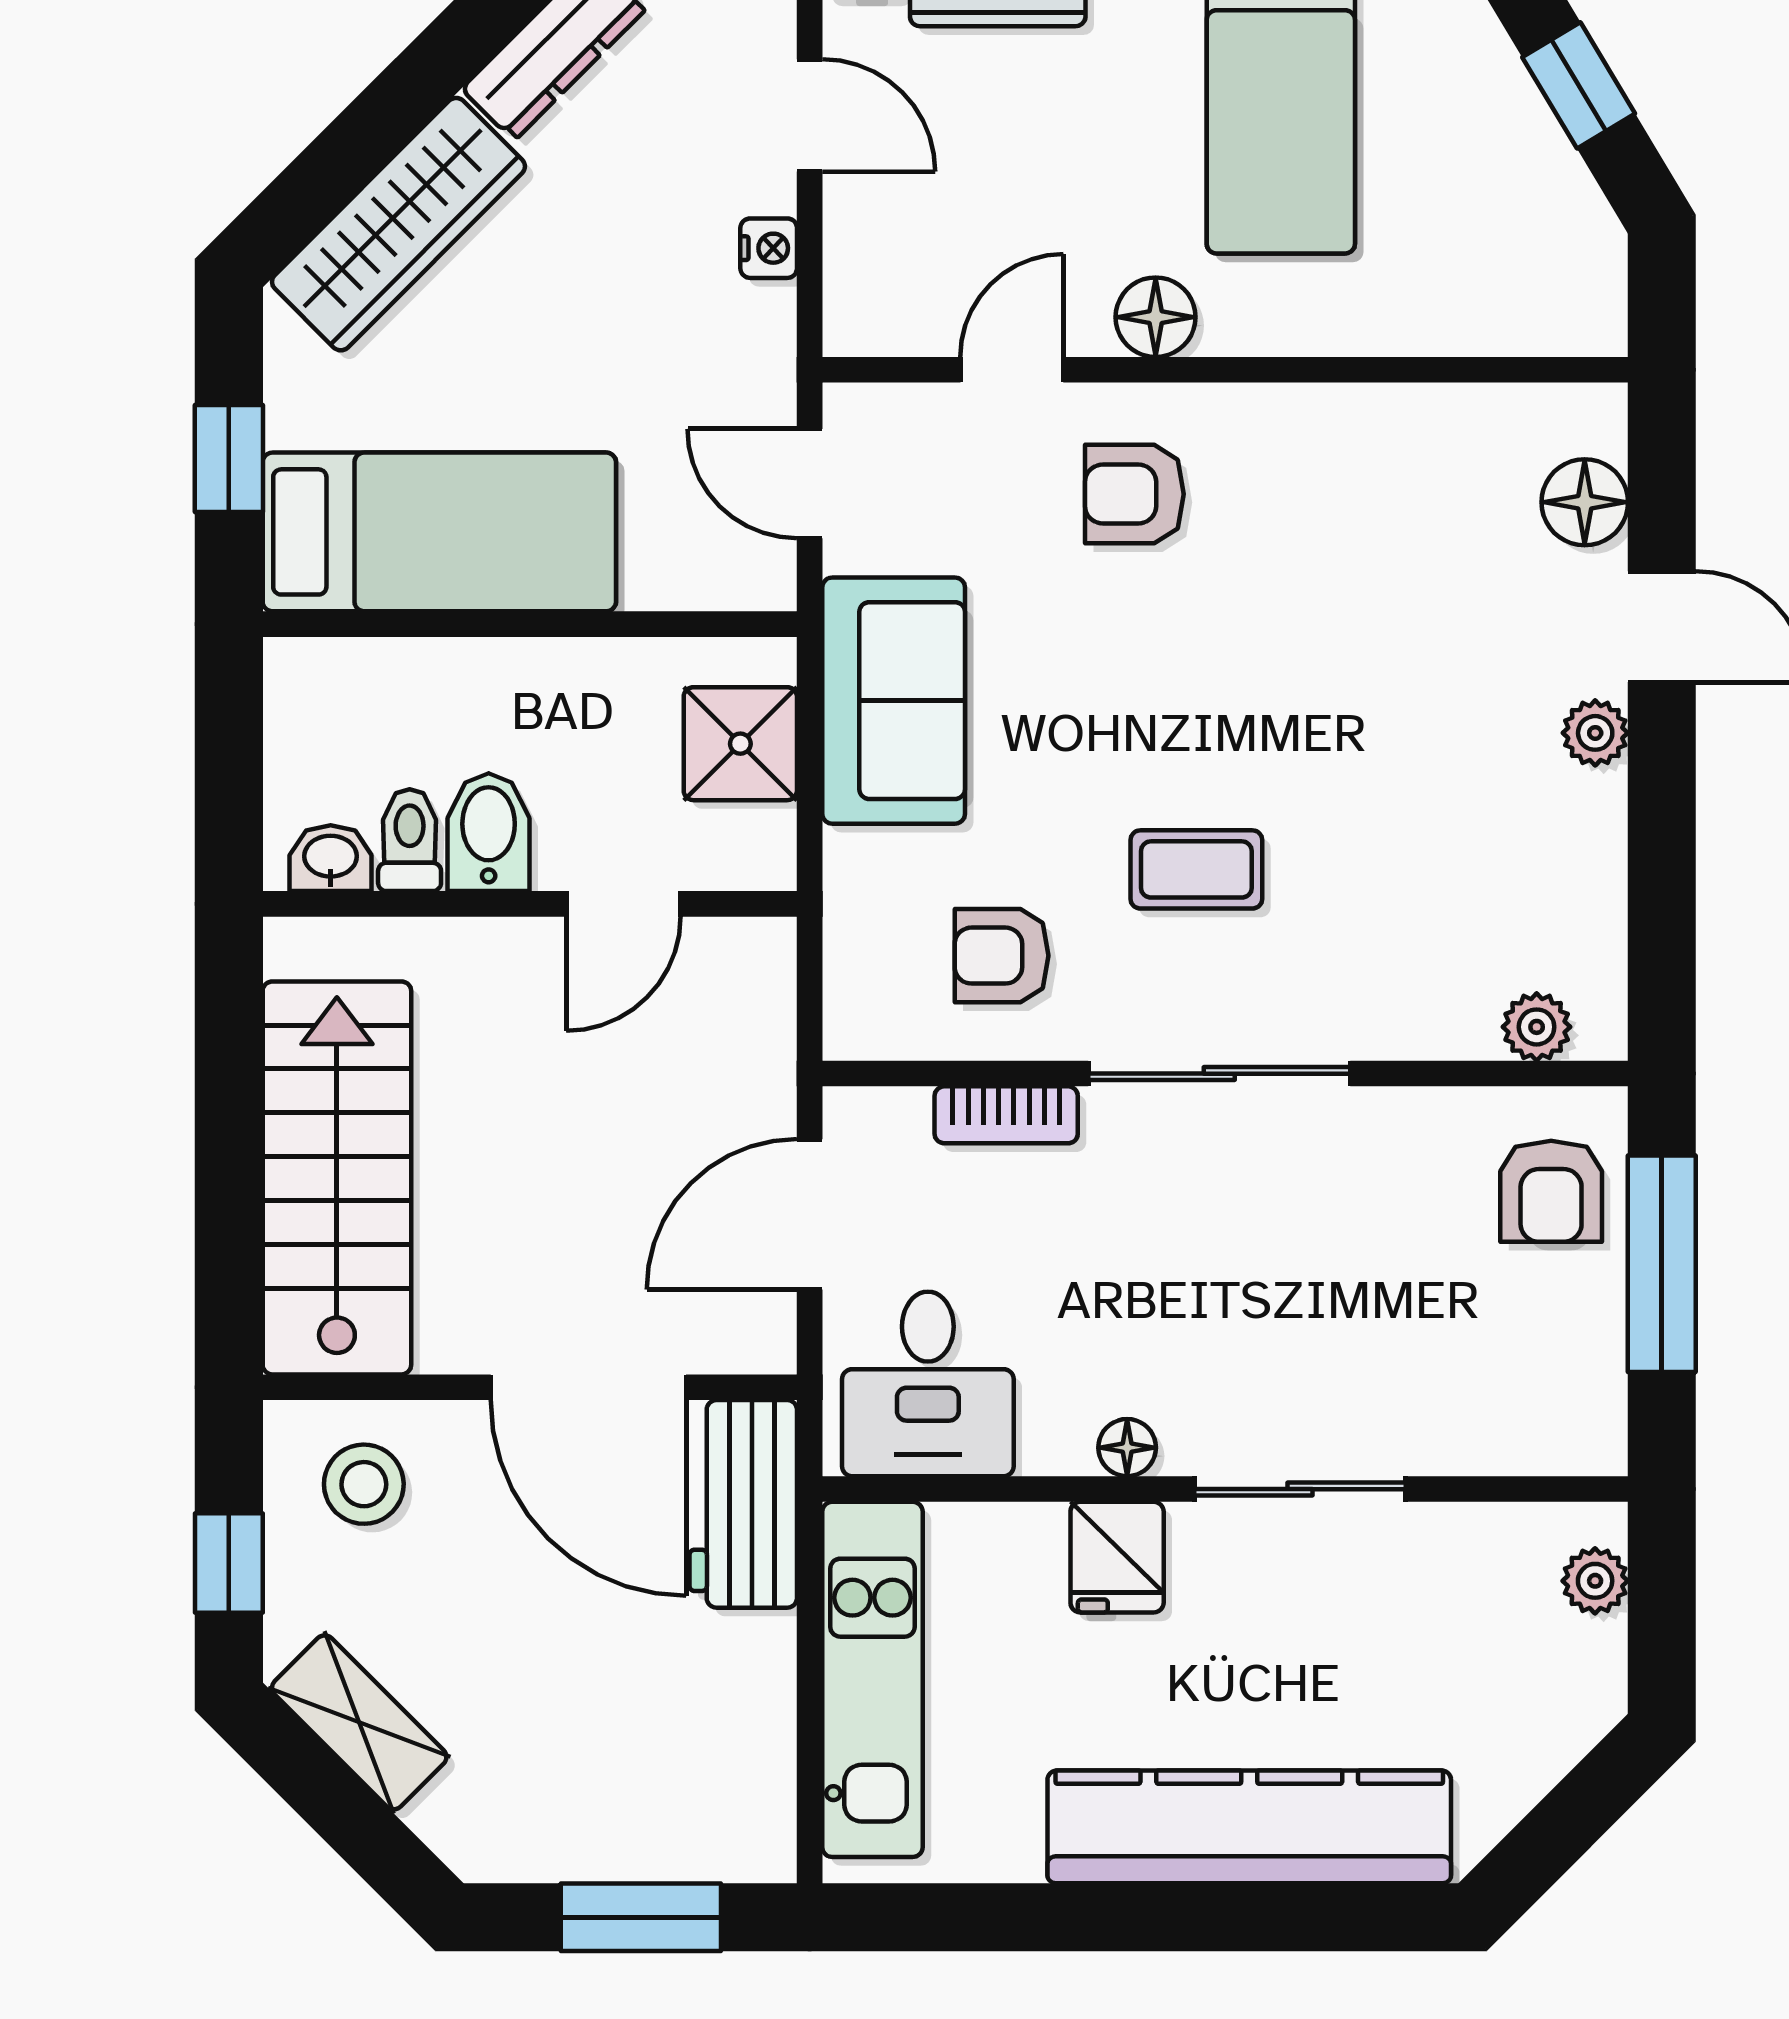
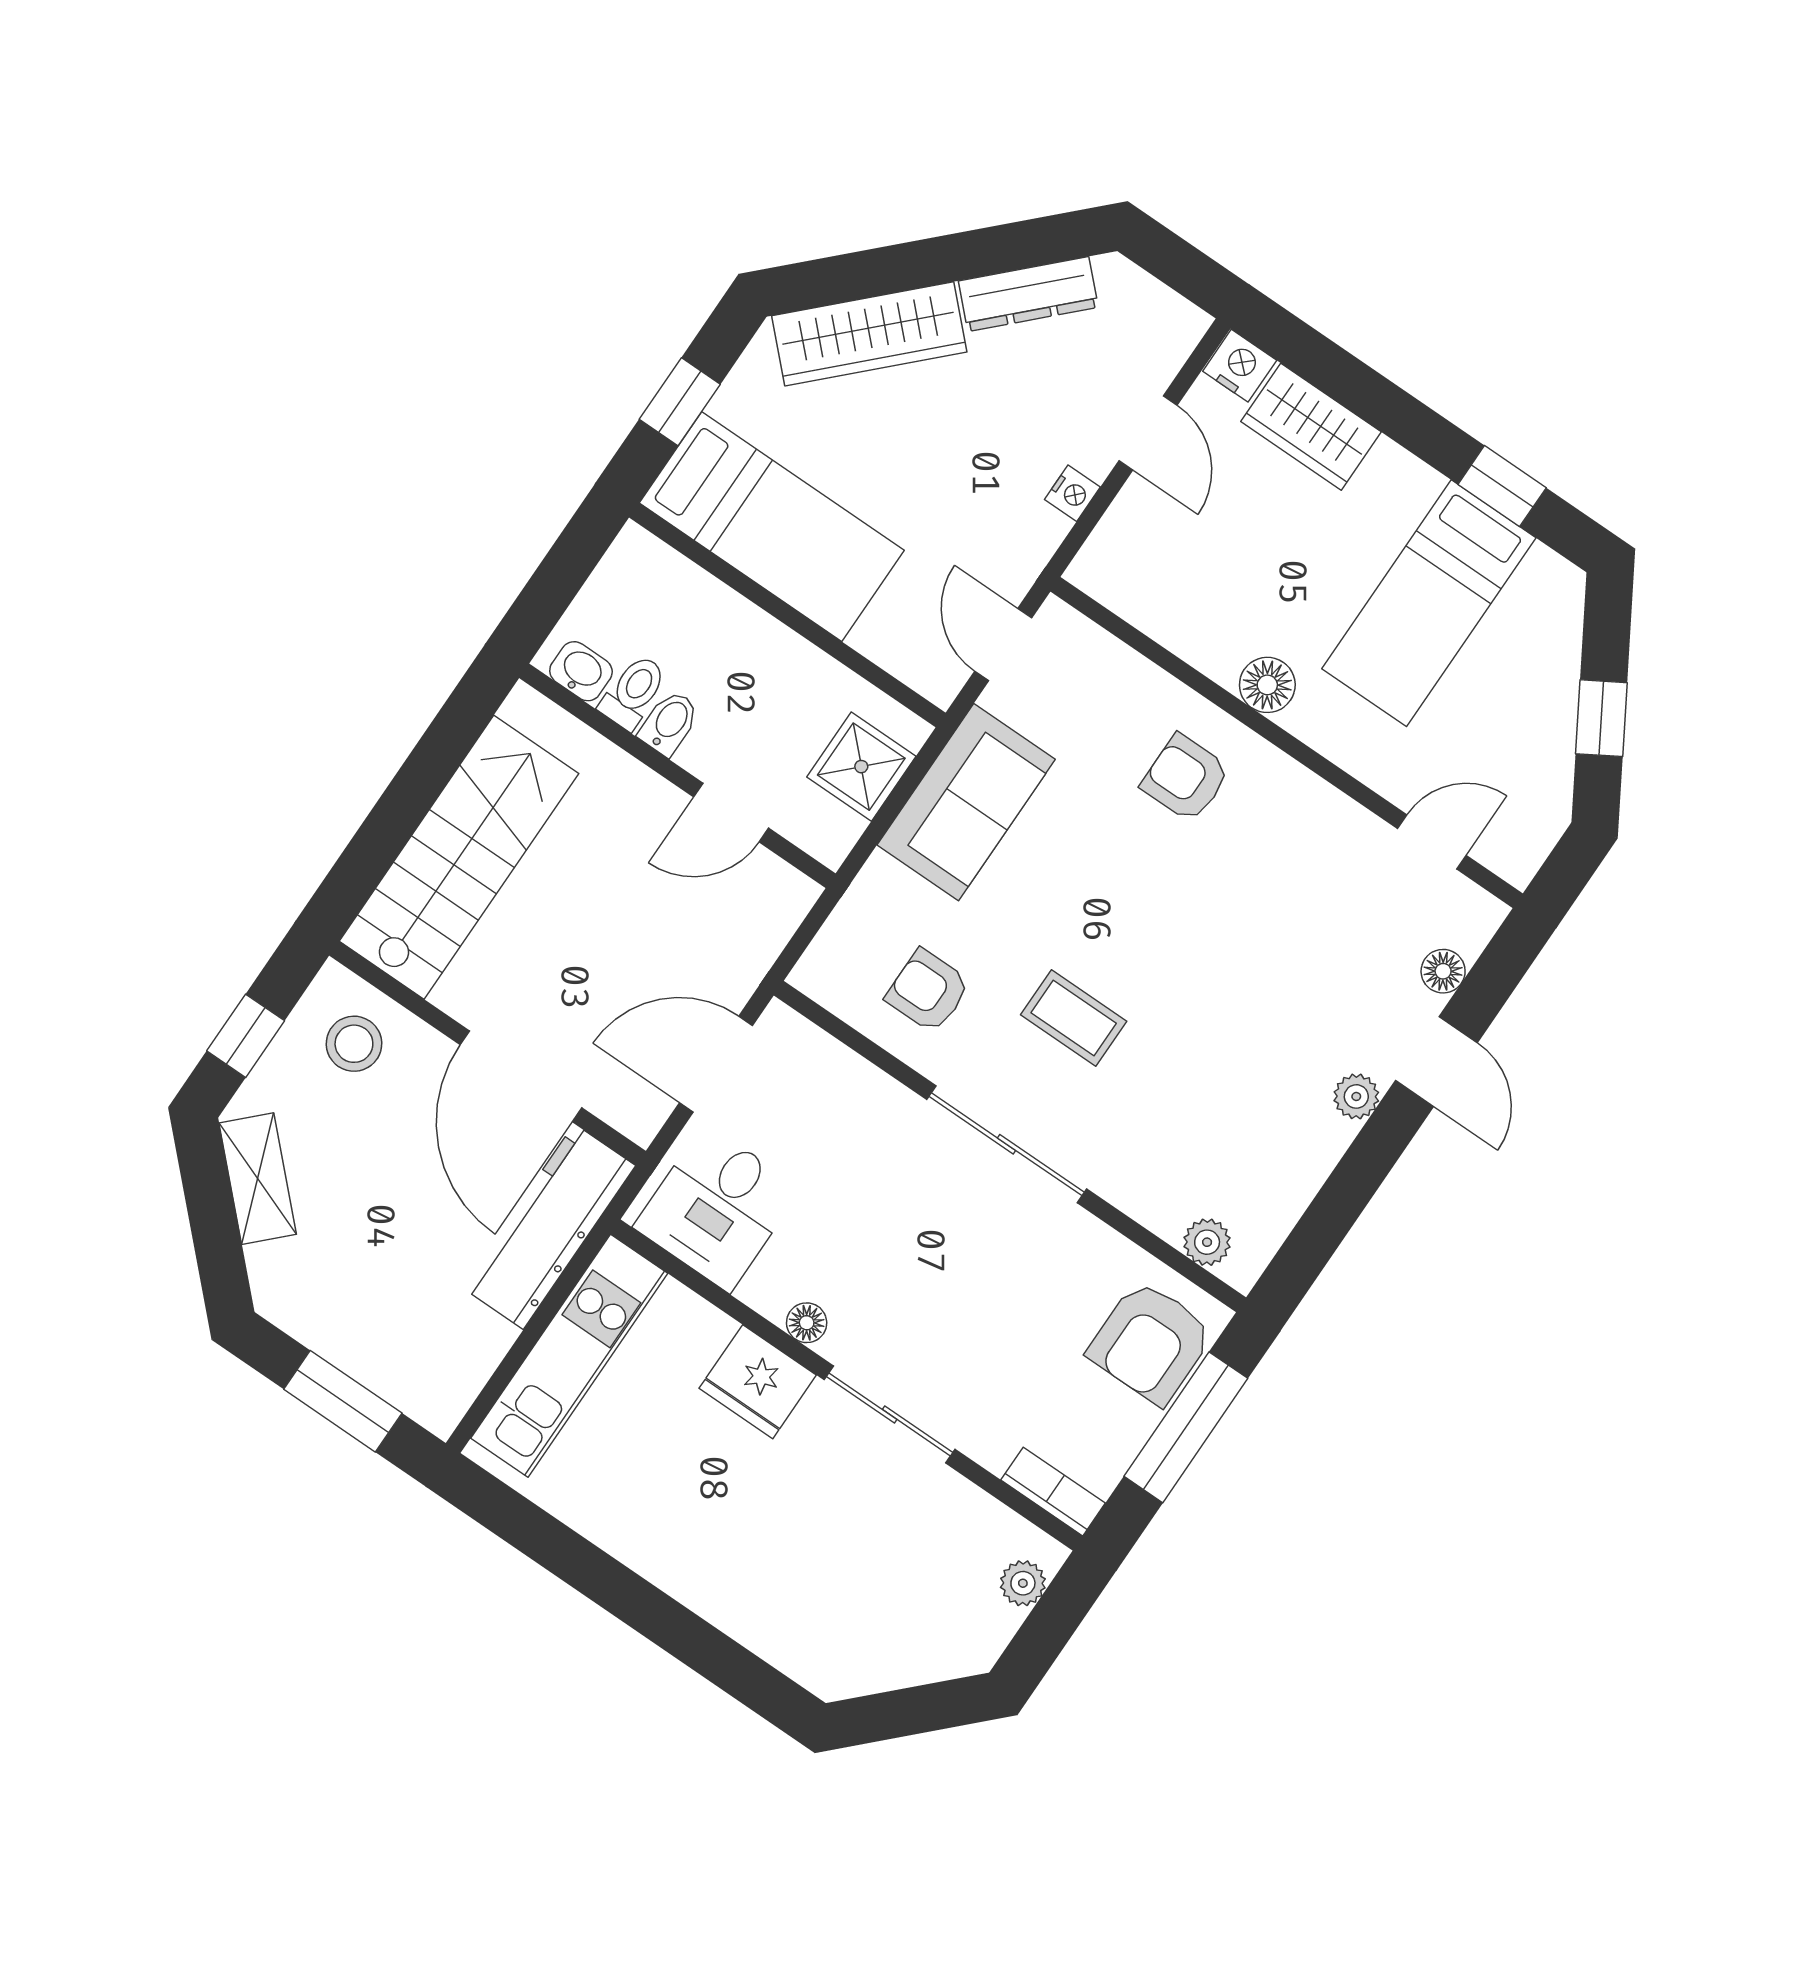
door: (1012, 370) -> (1432, 842), moved
floor lamp: (1585, 502) -> (1443, 971), width x0.73, depth x0.73
bidet: (489, 832) -> (669, 723), width x0.72, depth x0.74
bookcase: (1006, 1115) -> (1053, 1492), moved, turned 180
armchair: (1551, 1191) -> (1151, 1342), width x1.38, depth x1.38
workbench: (743, 1504) -> (549, 1227), width x1.38
fridge: (1117, 1557) -> (758, 1382), width x1.38
kitchen counter: (1249, 1827) -> (728, 1588), removed

